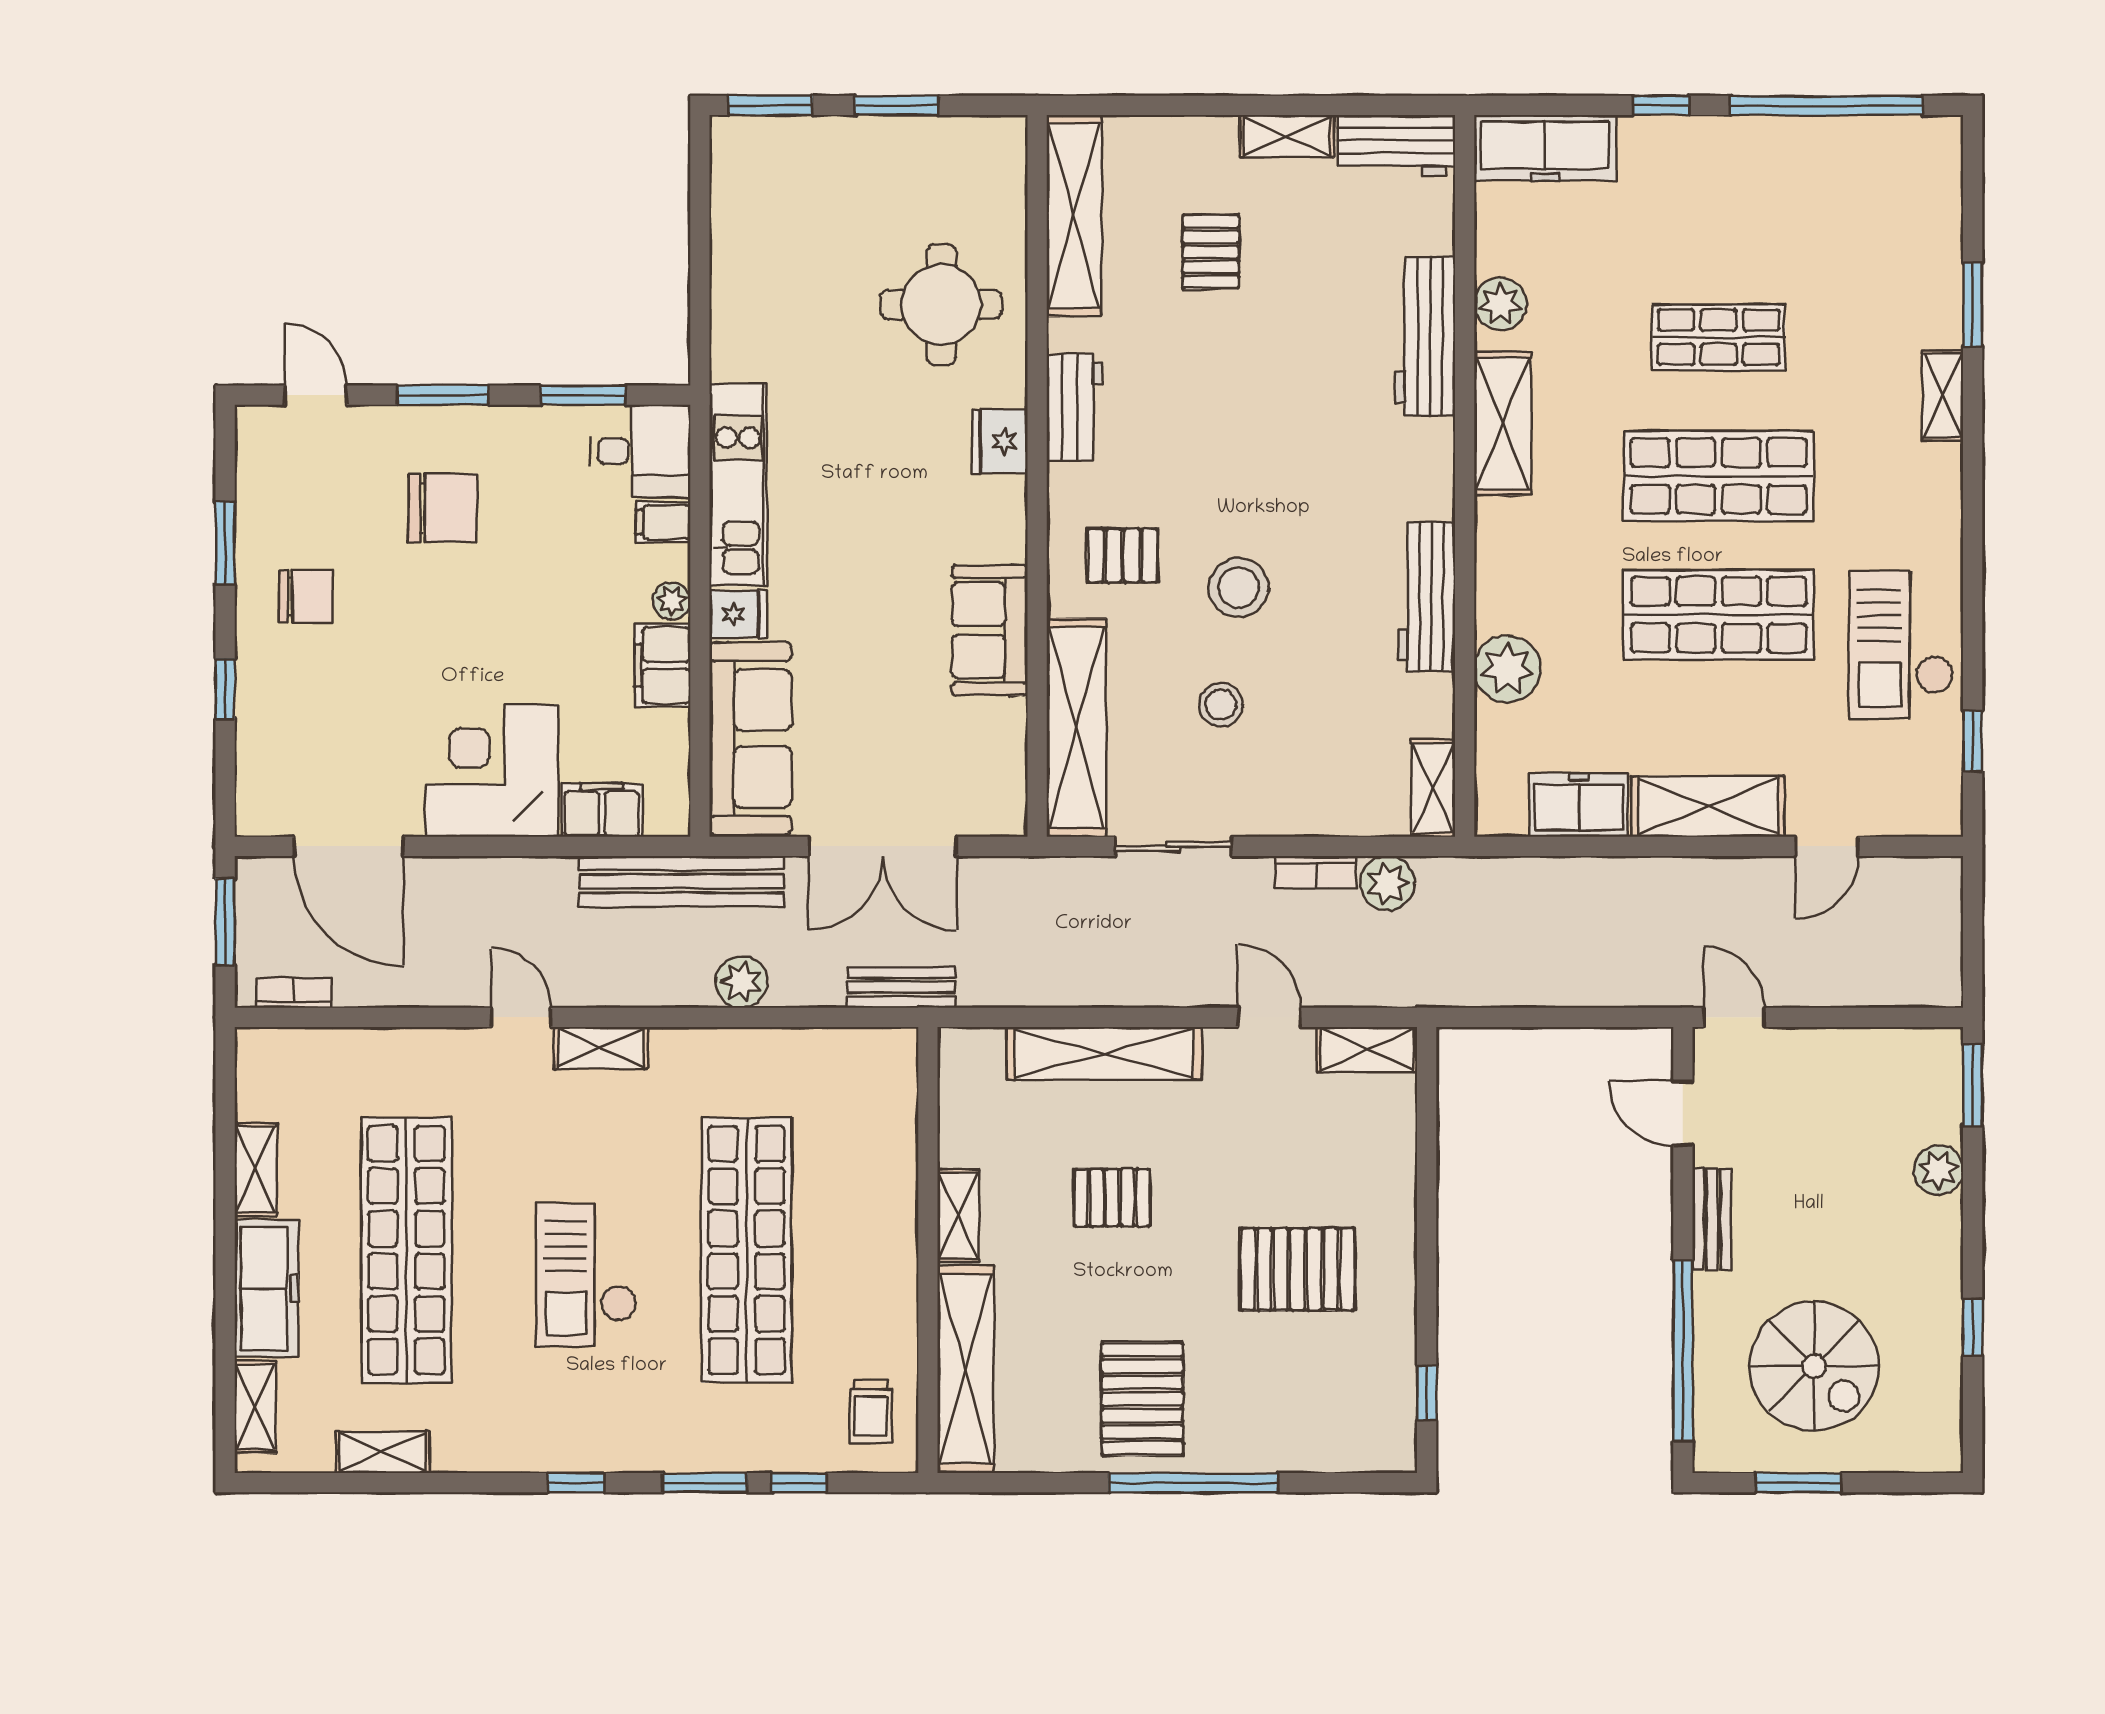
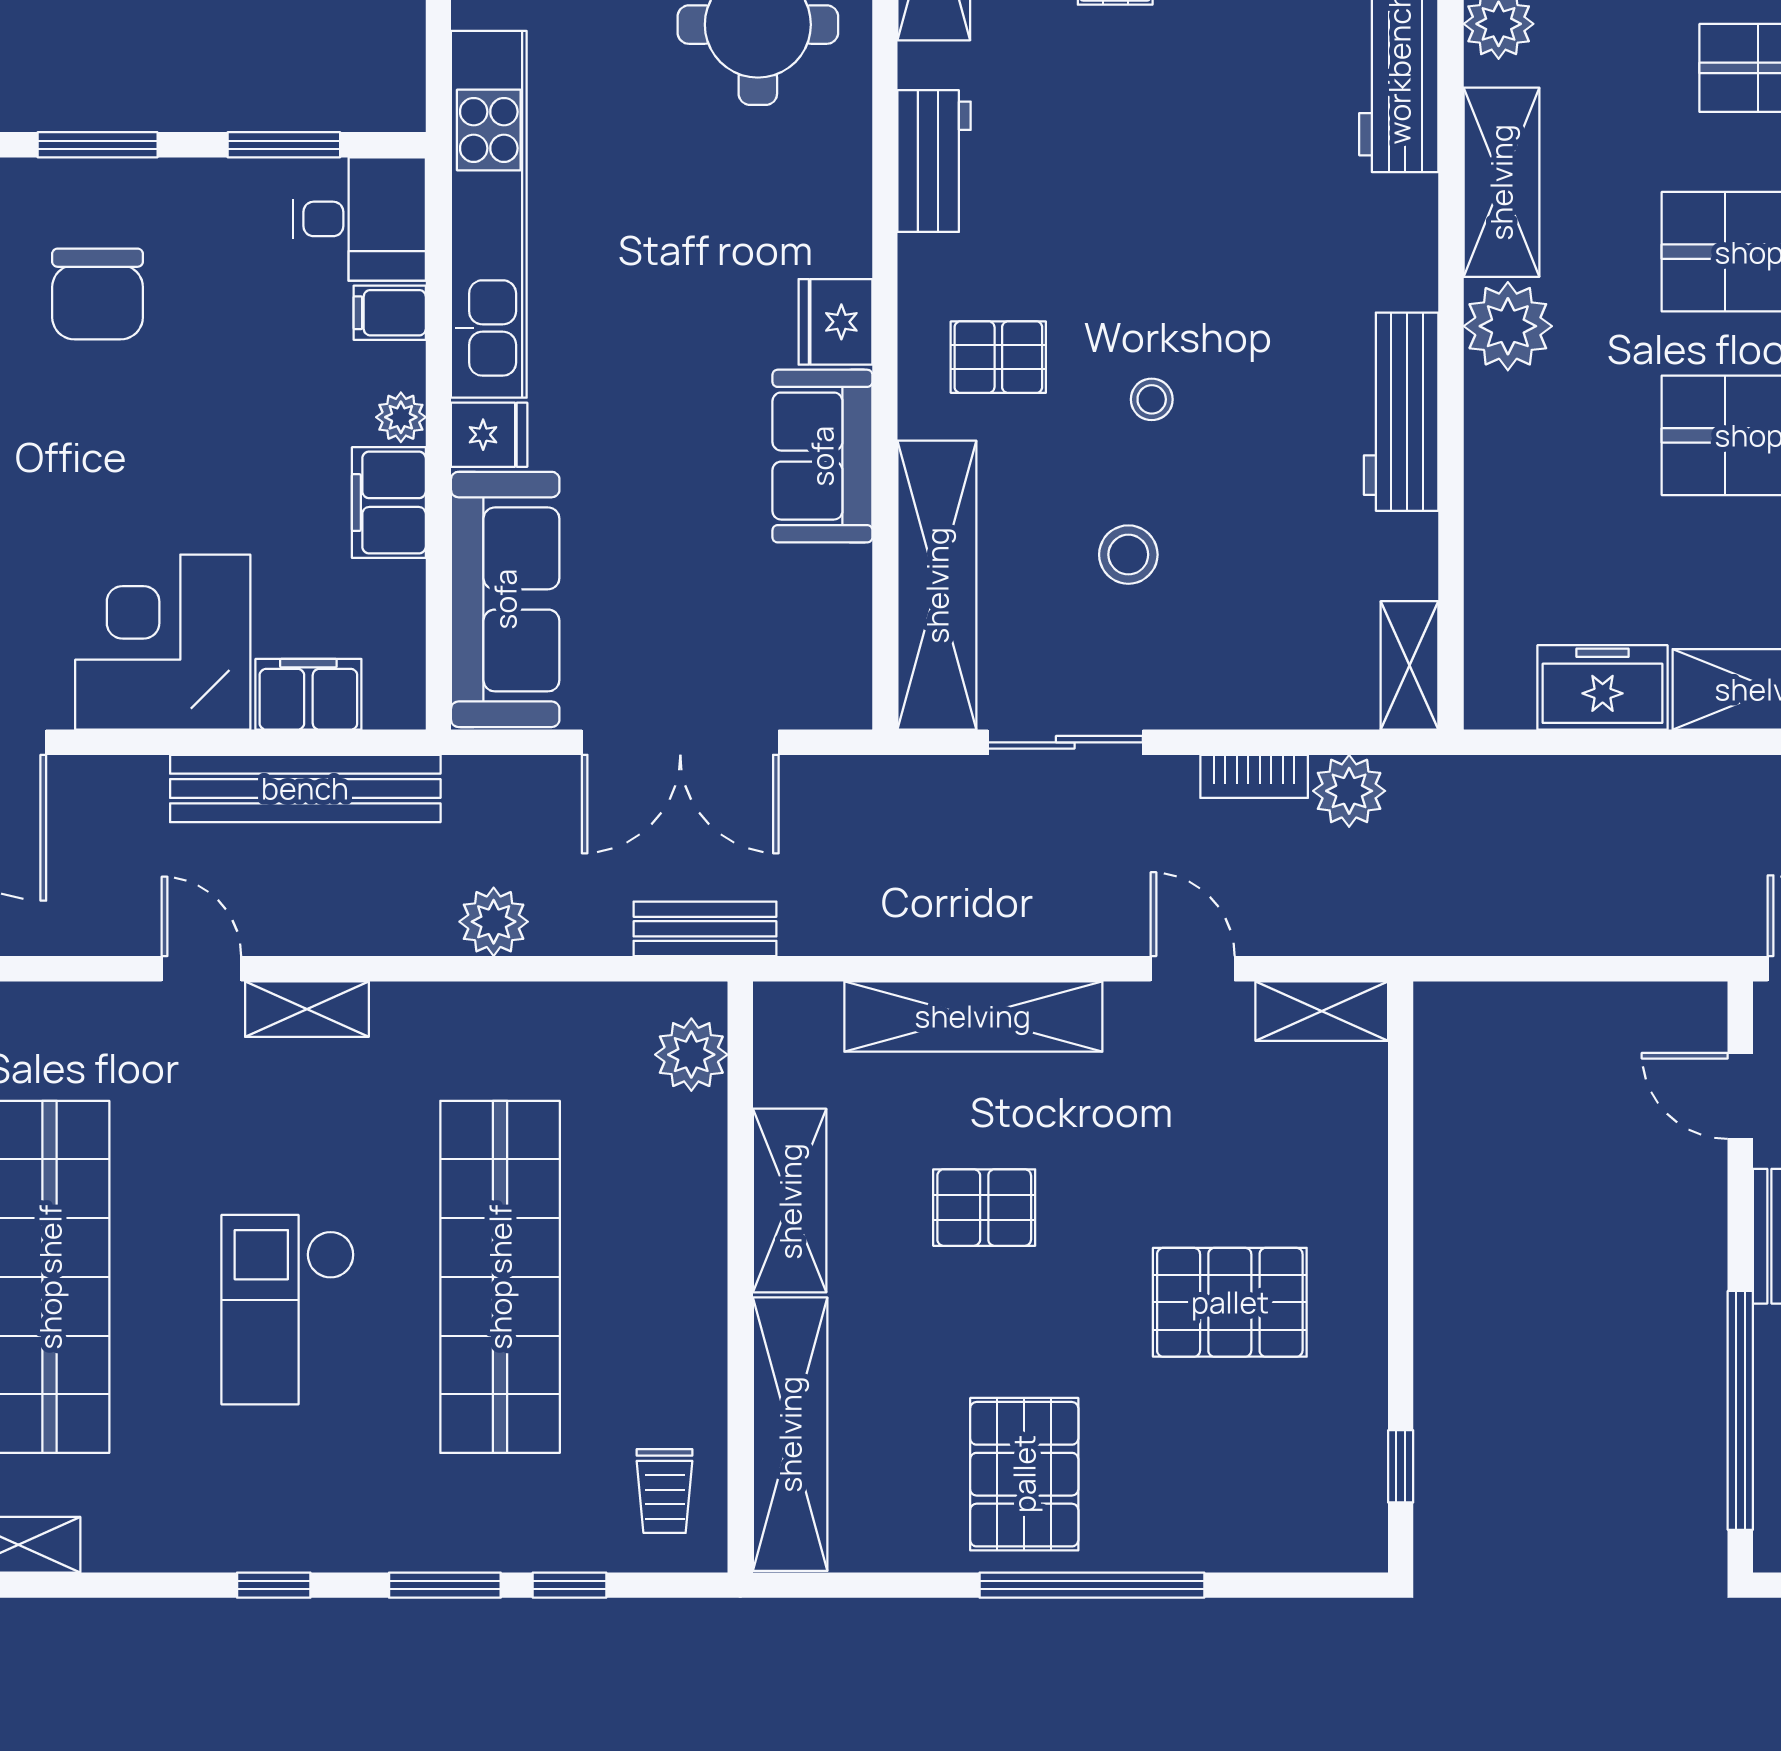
fridge: (1000, 442) -> (835, 322), moved
kitchen unit: (738, 485) -> (489, 214), width x1.36
chair: (443, 508) -> (98, 294), turned 90
stool: (1239, 587) -> (1152, 399), width x0.53, depth x0.53
plant: (1507, 669) -> (1508, 326), moved
bench: (682, 881) -> (305, 788), moved
plant: (891, 1082) -> (691, 1055), added
shelving: (958, 1216) -> (790, 1201), width x1.50, depth x1.33

